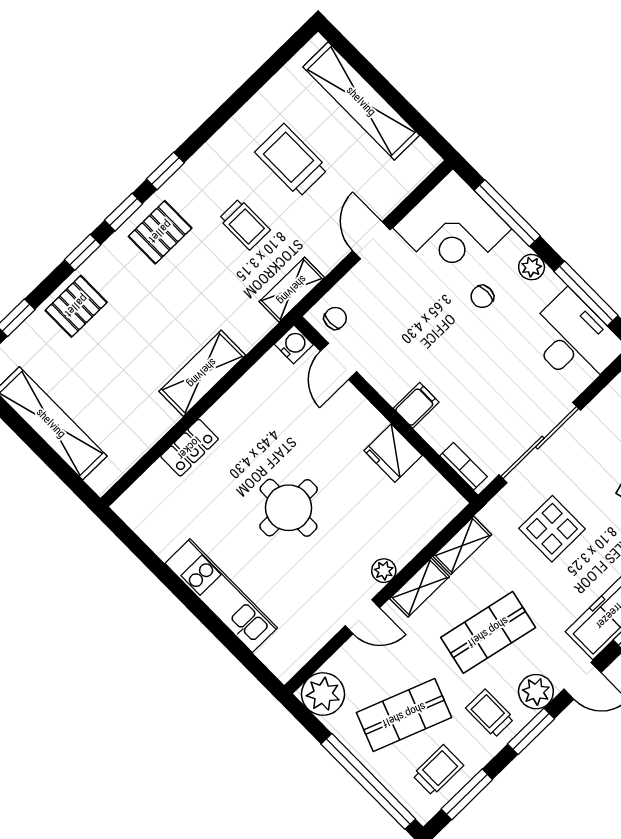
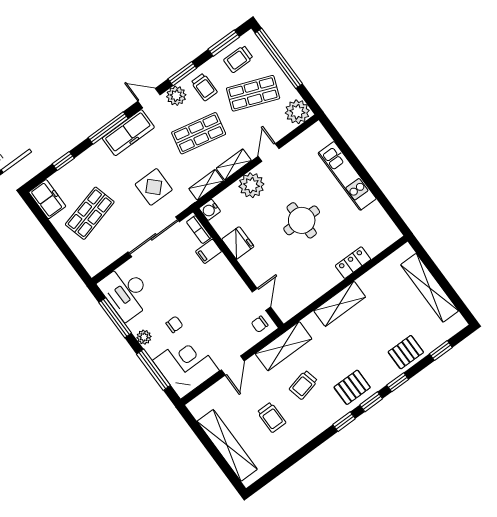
trolley: (292, 160) -> (272, 417), width x0.73, depth x0.72
trolley: (245, 224) -> (303, 385), turned -103
shelving: (292, 290) -> (284, 346), width x1.50, depth x1.33
water cooler: (294, 344) -> (210, 210), moved
filing cabinet: (416, 405) -> (209, 251), moved
plant: (384, 571) -> (251, 185), width x1.88, depth x1.88
door: (362, 617) -> (269, 152), hinge flipped

